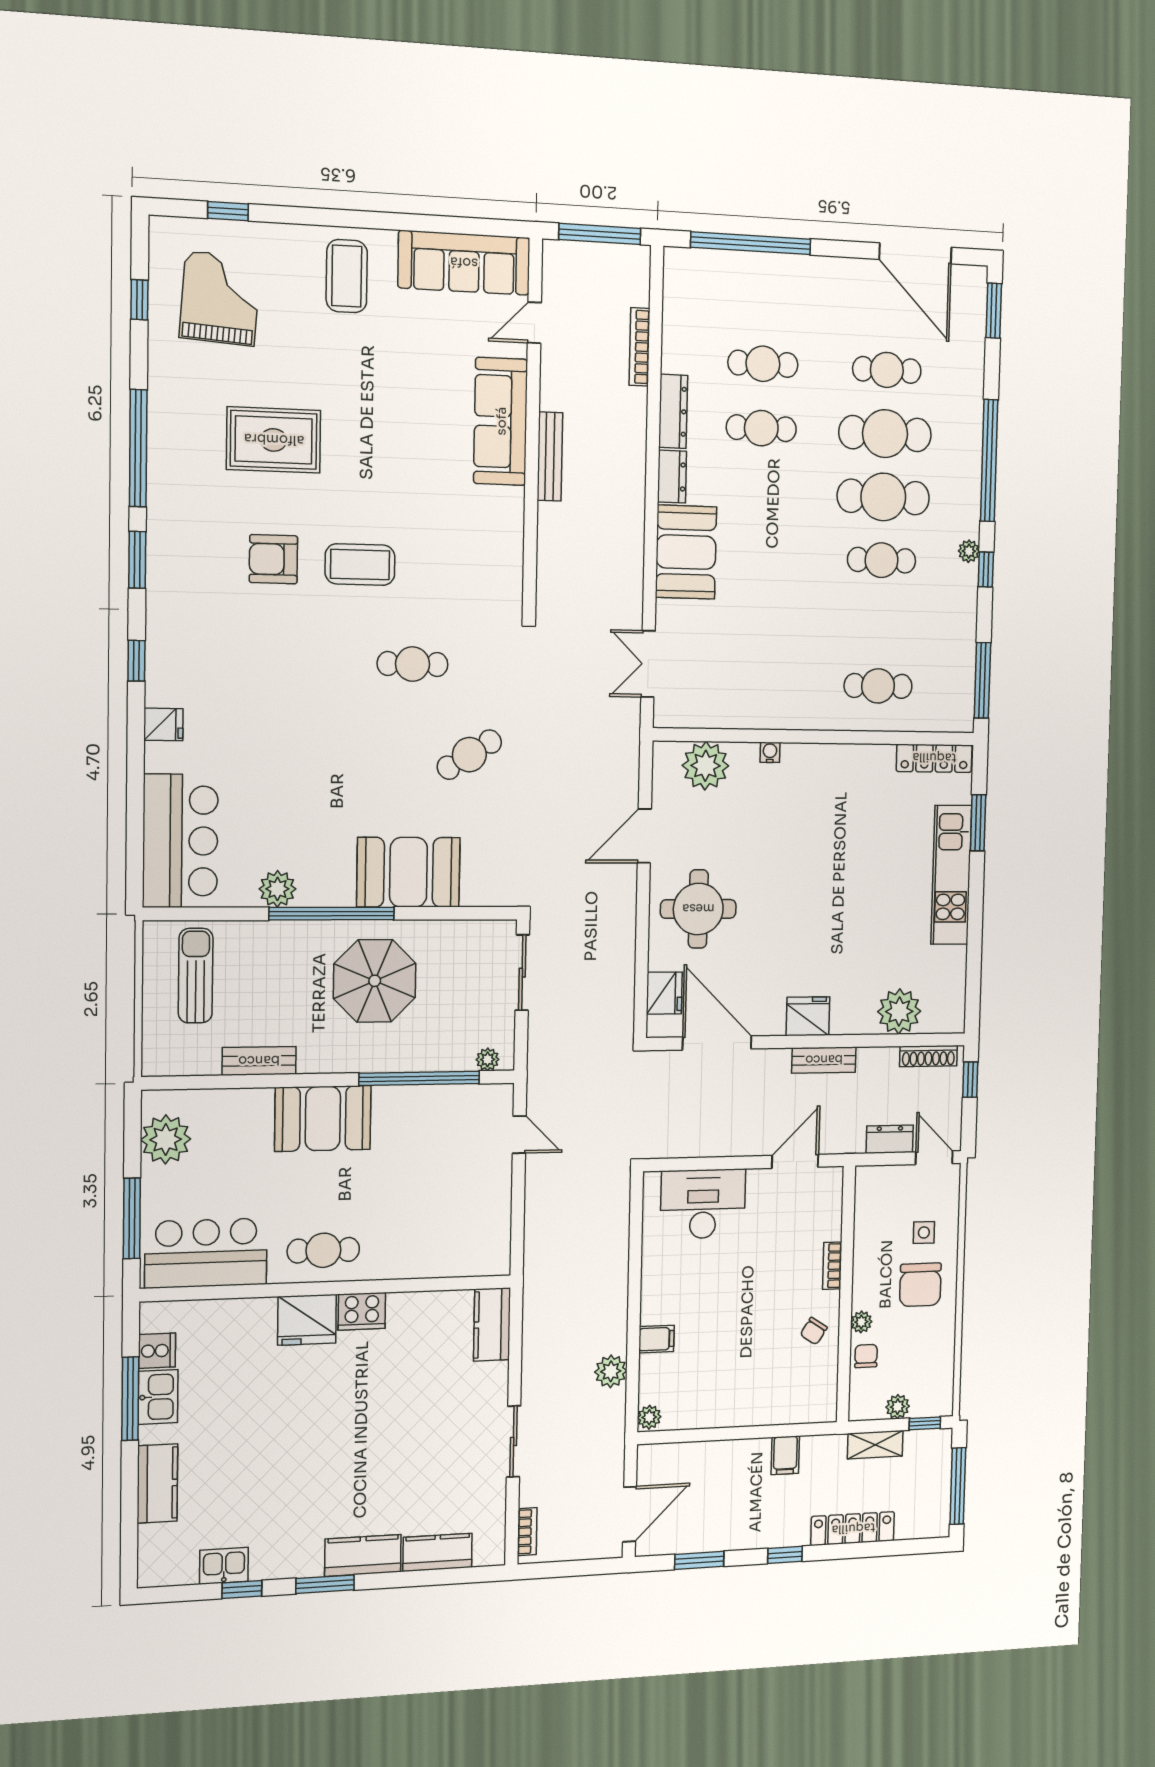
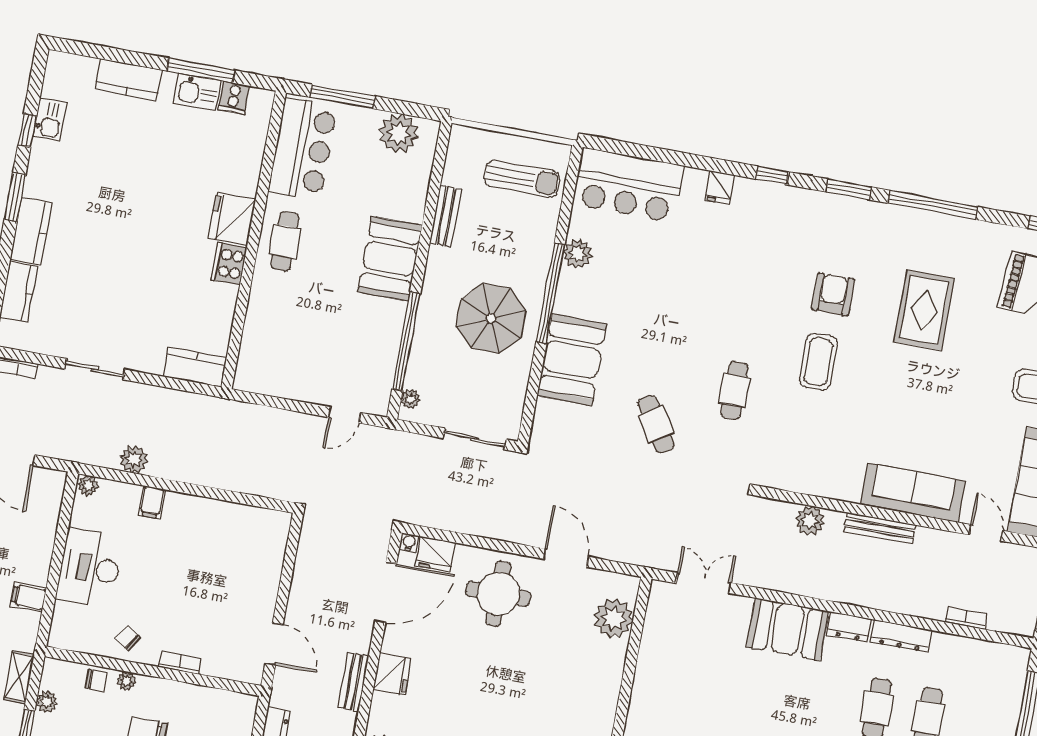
bookcase: (640, 347) -> (966, 618), width x0.64
plant: (554, 545) -> (810, 521), added
water cooler: (770, 752) -> (409, 543), moved, turned -90
desk: (703, 1204) -> (90, 568), moved, turned 180

